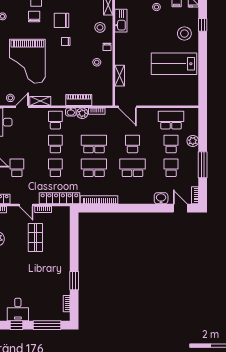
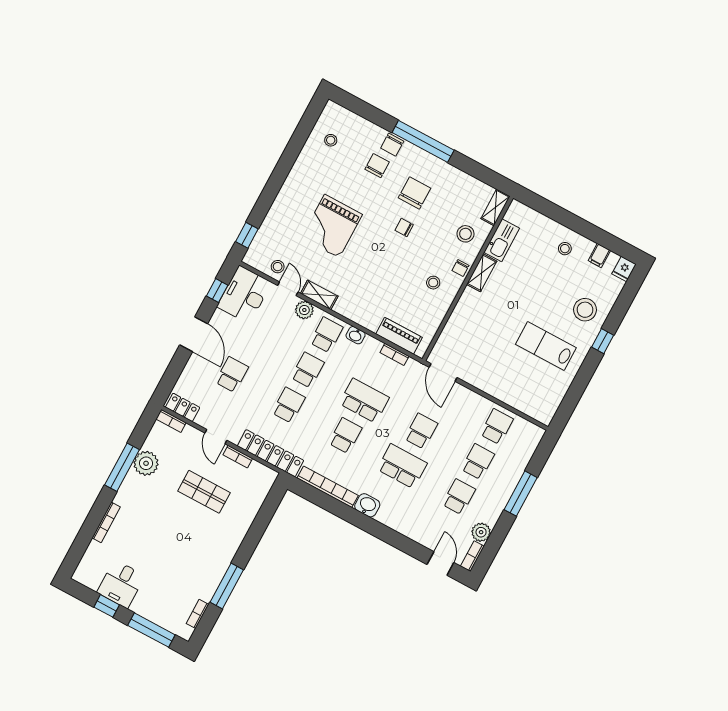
chair: (62, 20) -> (414, 193), turned 90
window: (203, 25) -> (603, 341), moved
grand piano: (27, 61) -> (332, 226), width x0.73, depth x0.68
lab bench: (174, 64) -> (546, 346), width x0.73, depth x0.72
shelving: (120, 76) -> (482, 273), moved
piano: (79, 100) -> (399, 336), moved
door: (22, 107) -> (288, 289), hinge flipped
plant: (82, 113) -> (304, 310), moved
school desk: (171, 120) -> (497, 427), width x0.54
plant: (193, 141) -> (481, 532), moved
window: (203, 165) -> (521, 494), moved
school desk: (94, 168) -> (345, 436), width x0.54
washbasin: (161, 198) -> (367, 505), moved
shop shelf: (35, 237) -> (204, 492), turned 90
window: (74, 281) -> (227, 586), width x1.44

